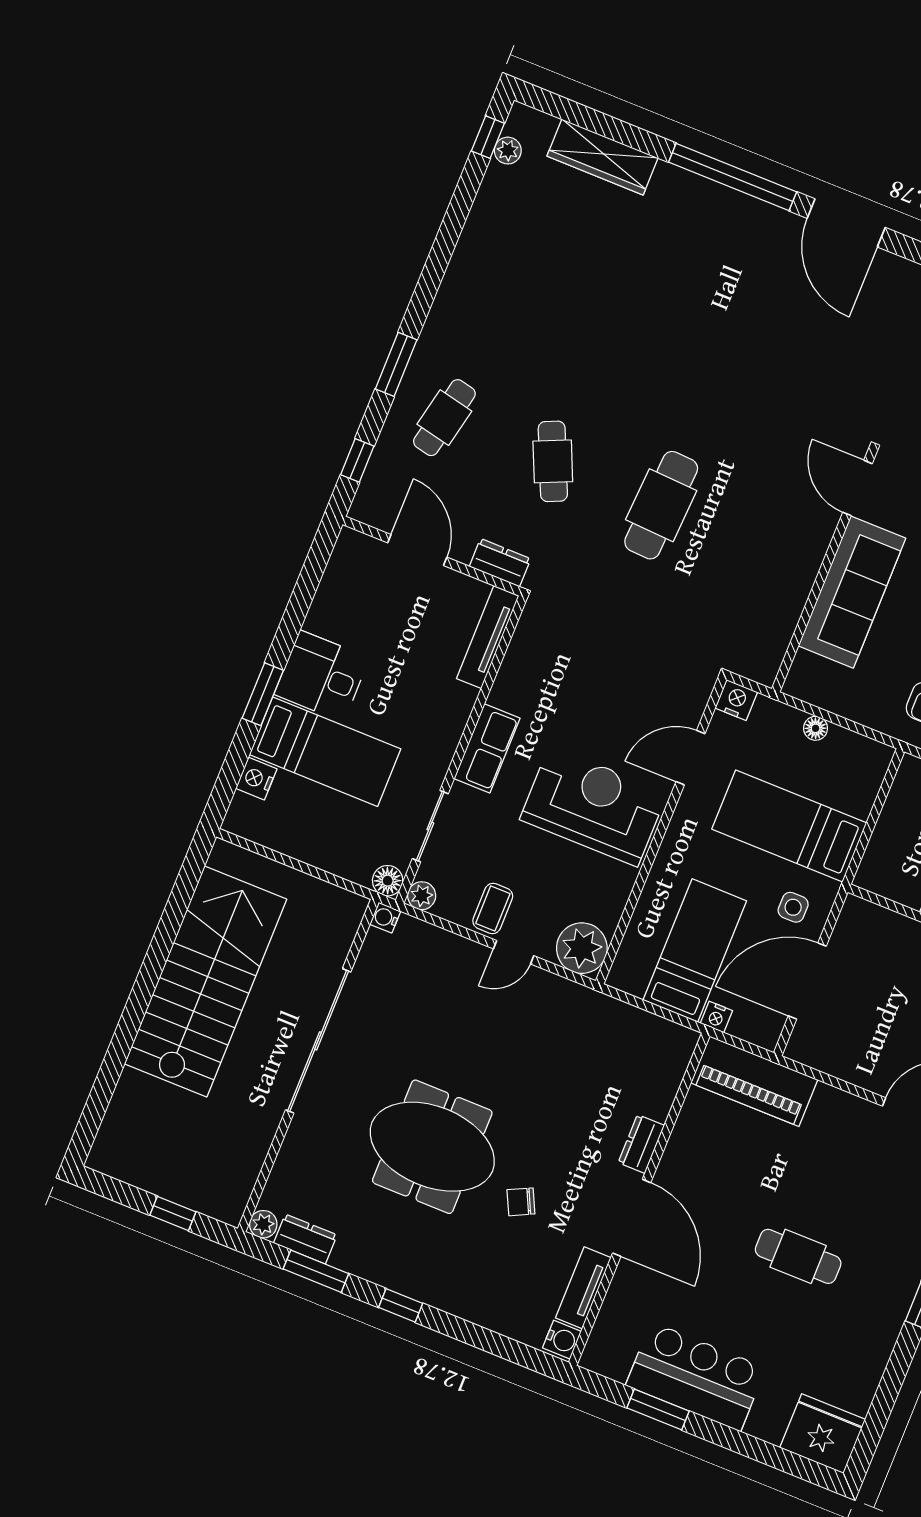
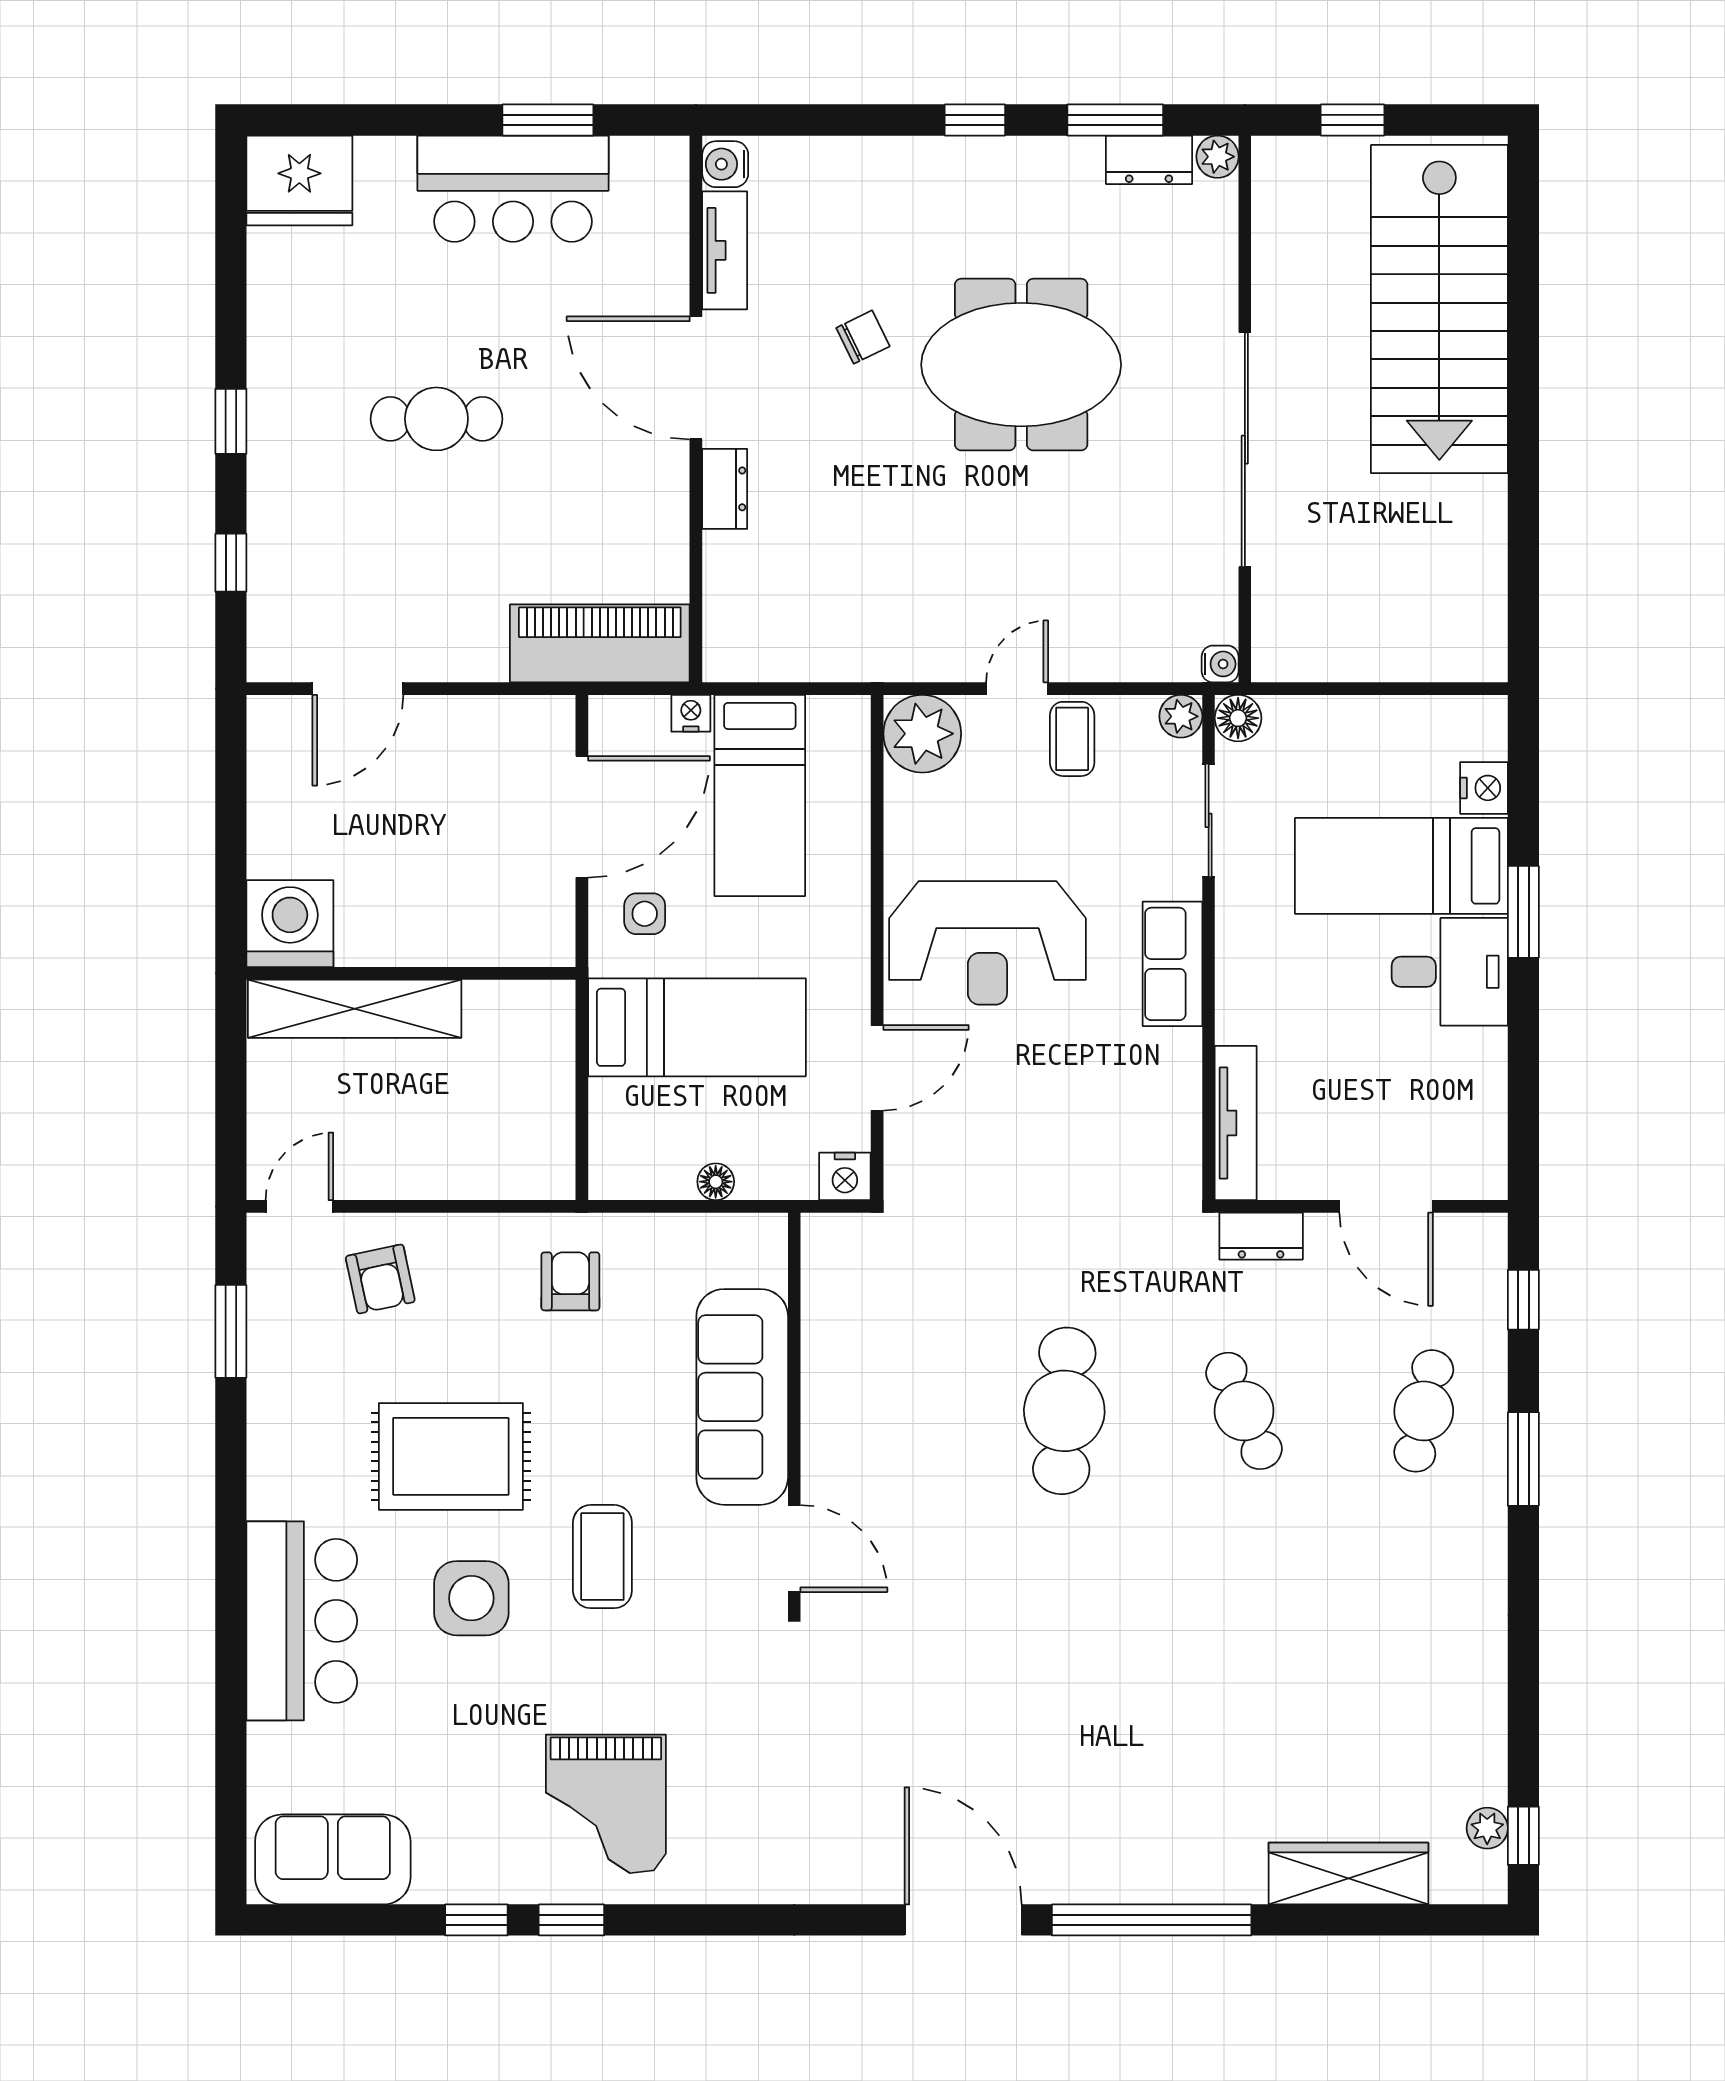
stairs: (206, 982) -> (1439, 309), moved

